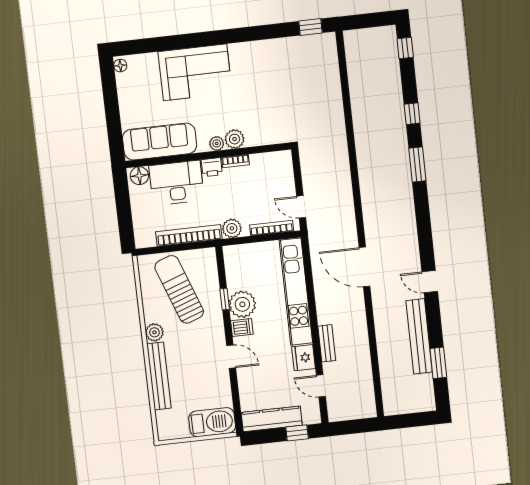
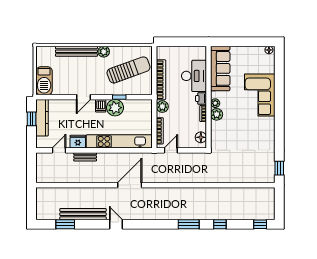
floor lamp: (139, 176) -> (201, 137), moved
door: (430, 282) -> (116, 224), hinge flipped
window: (297, 433) -> (32, 119), moved

